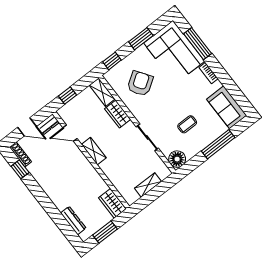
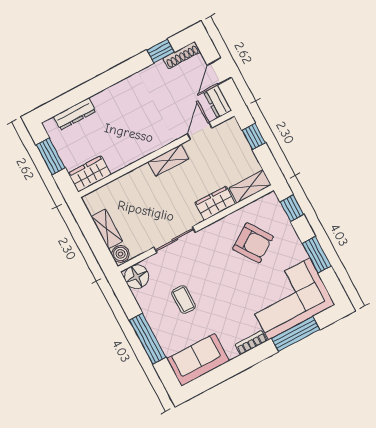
boiler: (163, 173) -> (121, 254), added

